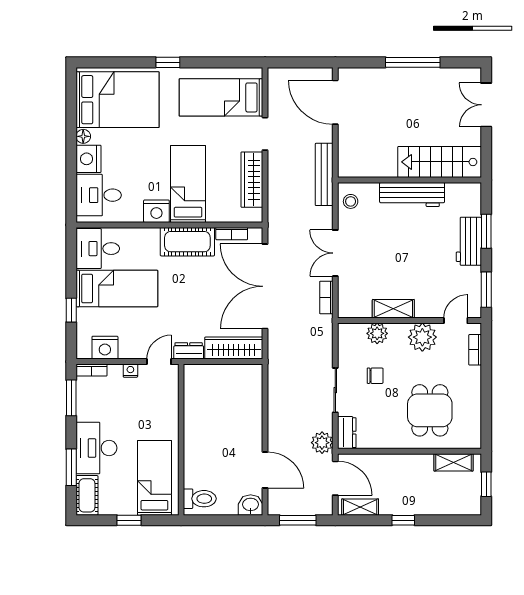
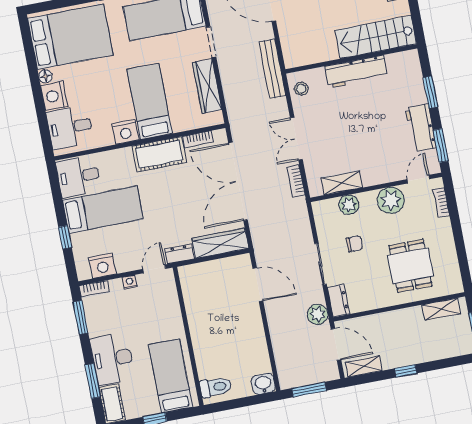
workbench: (469, 241) -> (421, 128), moved
shelving: (393, 309) -> (342, 183), moved
door: (265, 470) -> (258, 285), moved

